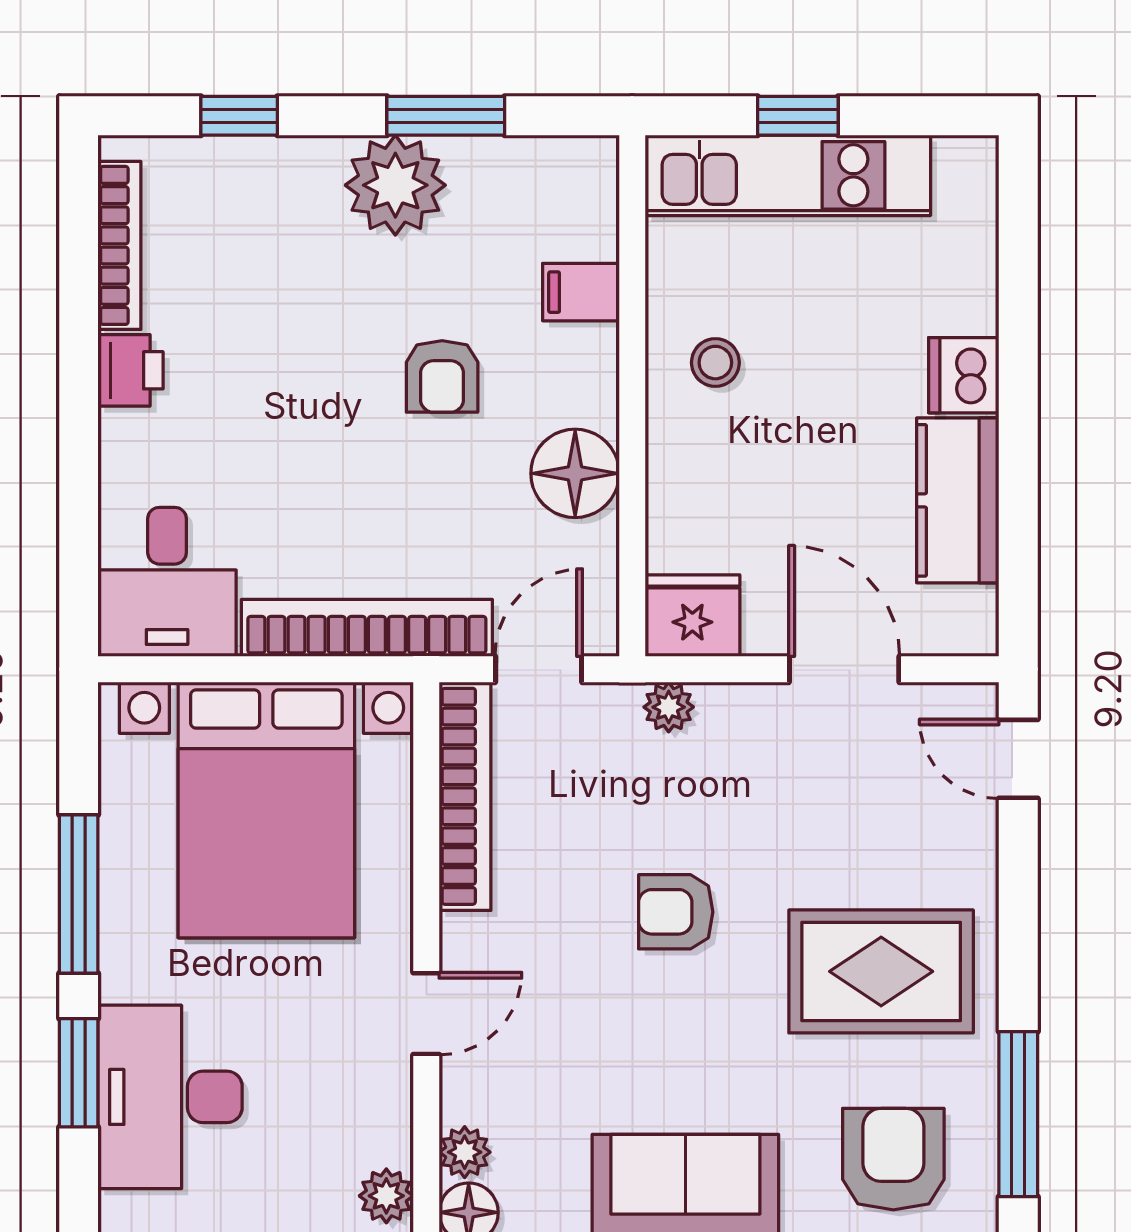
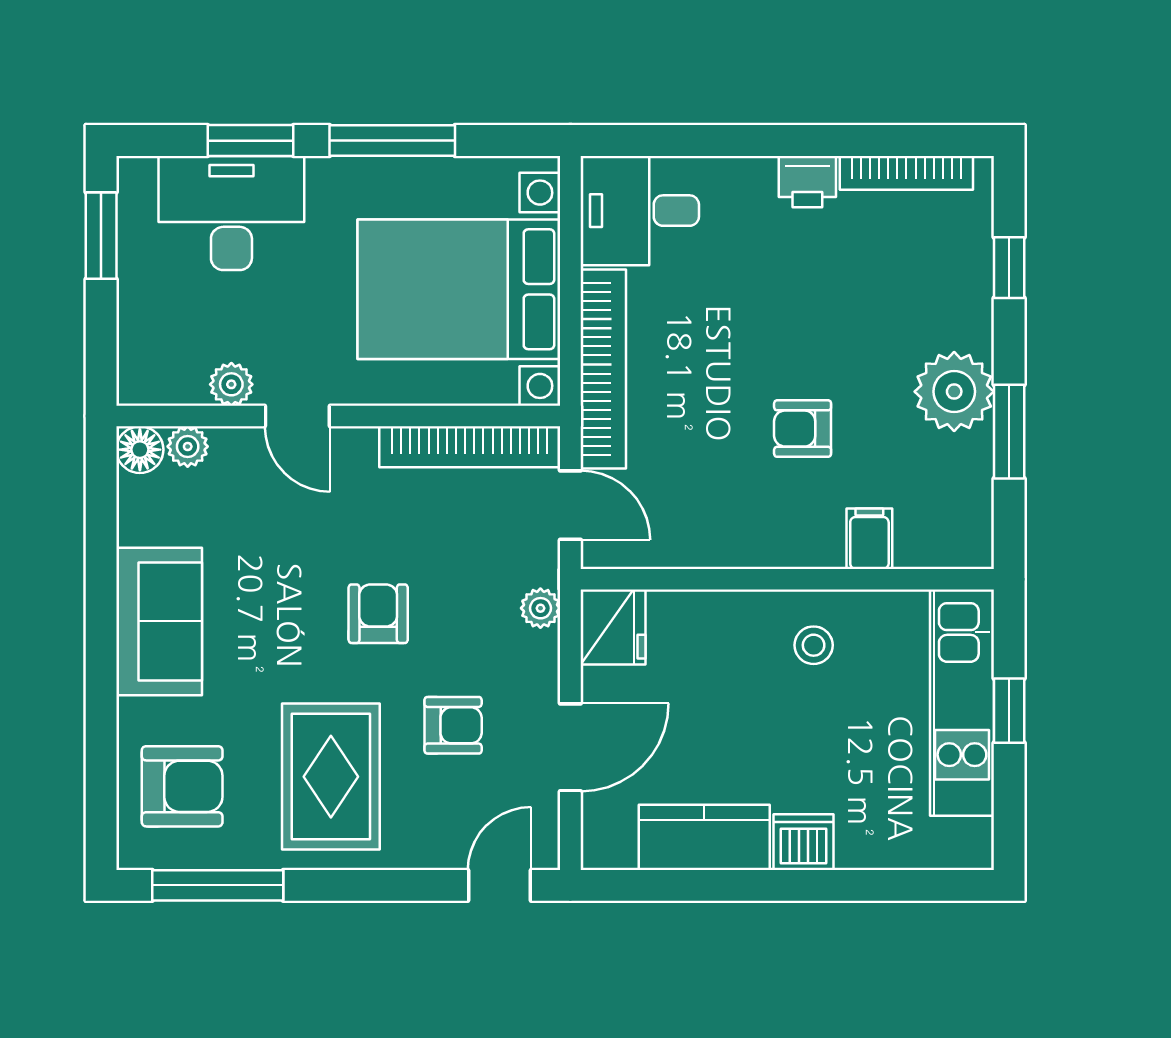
floor lamp: (575, 473) -> (726, 534), removed
armchair: (816, 817) -> (453, 725), added
plant: (386, 1196) -> (231, 384), moved

